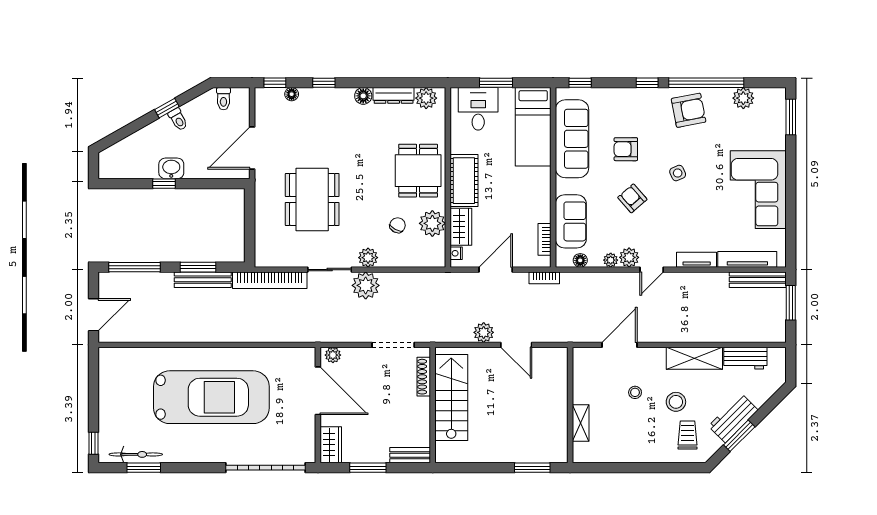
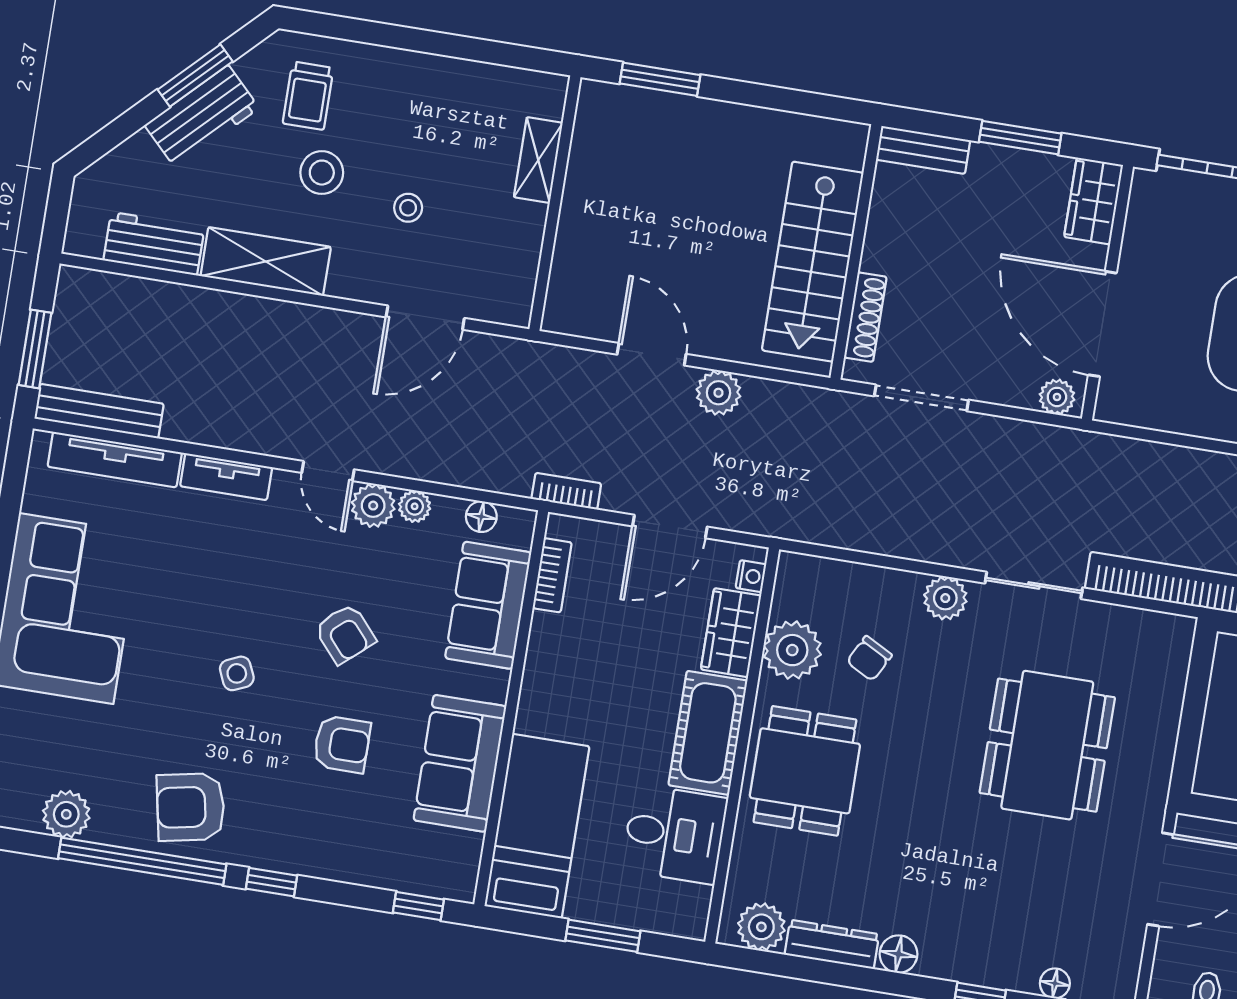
desk: (478, 109) -> (675, 834), moved, turned -90
sofa: (572, 139) -> (460, 763), width x0.73
door: (652, 270) -> (328, 471), swing flipped
plant: (366, 285) -> (961, 538), removed

